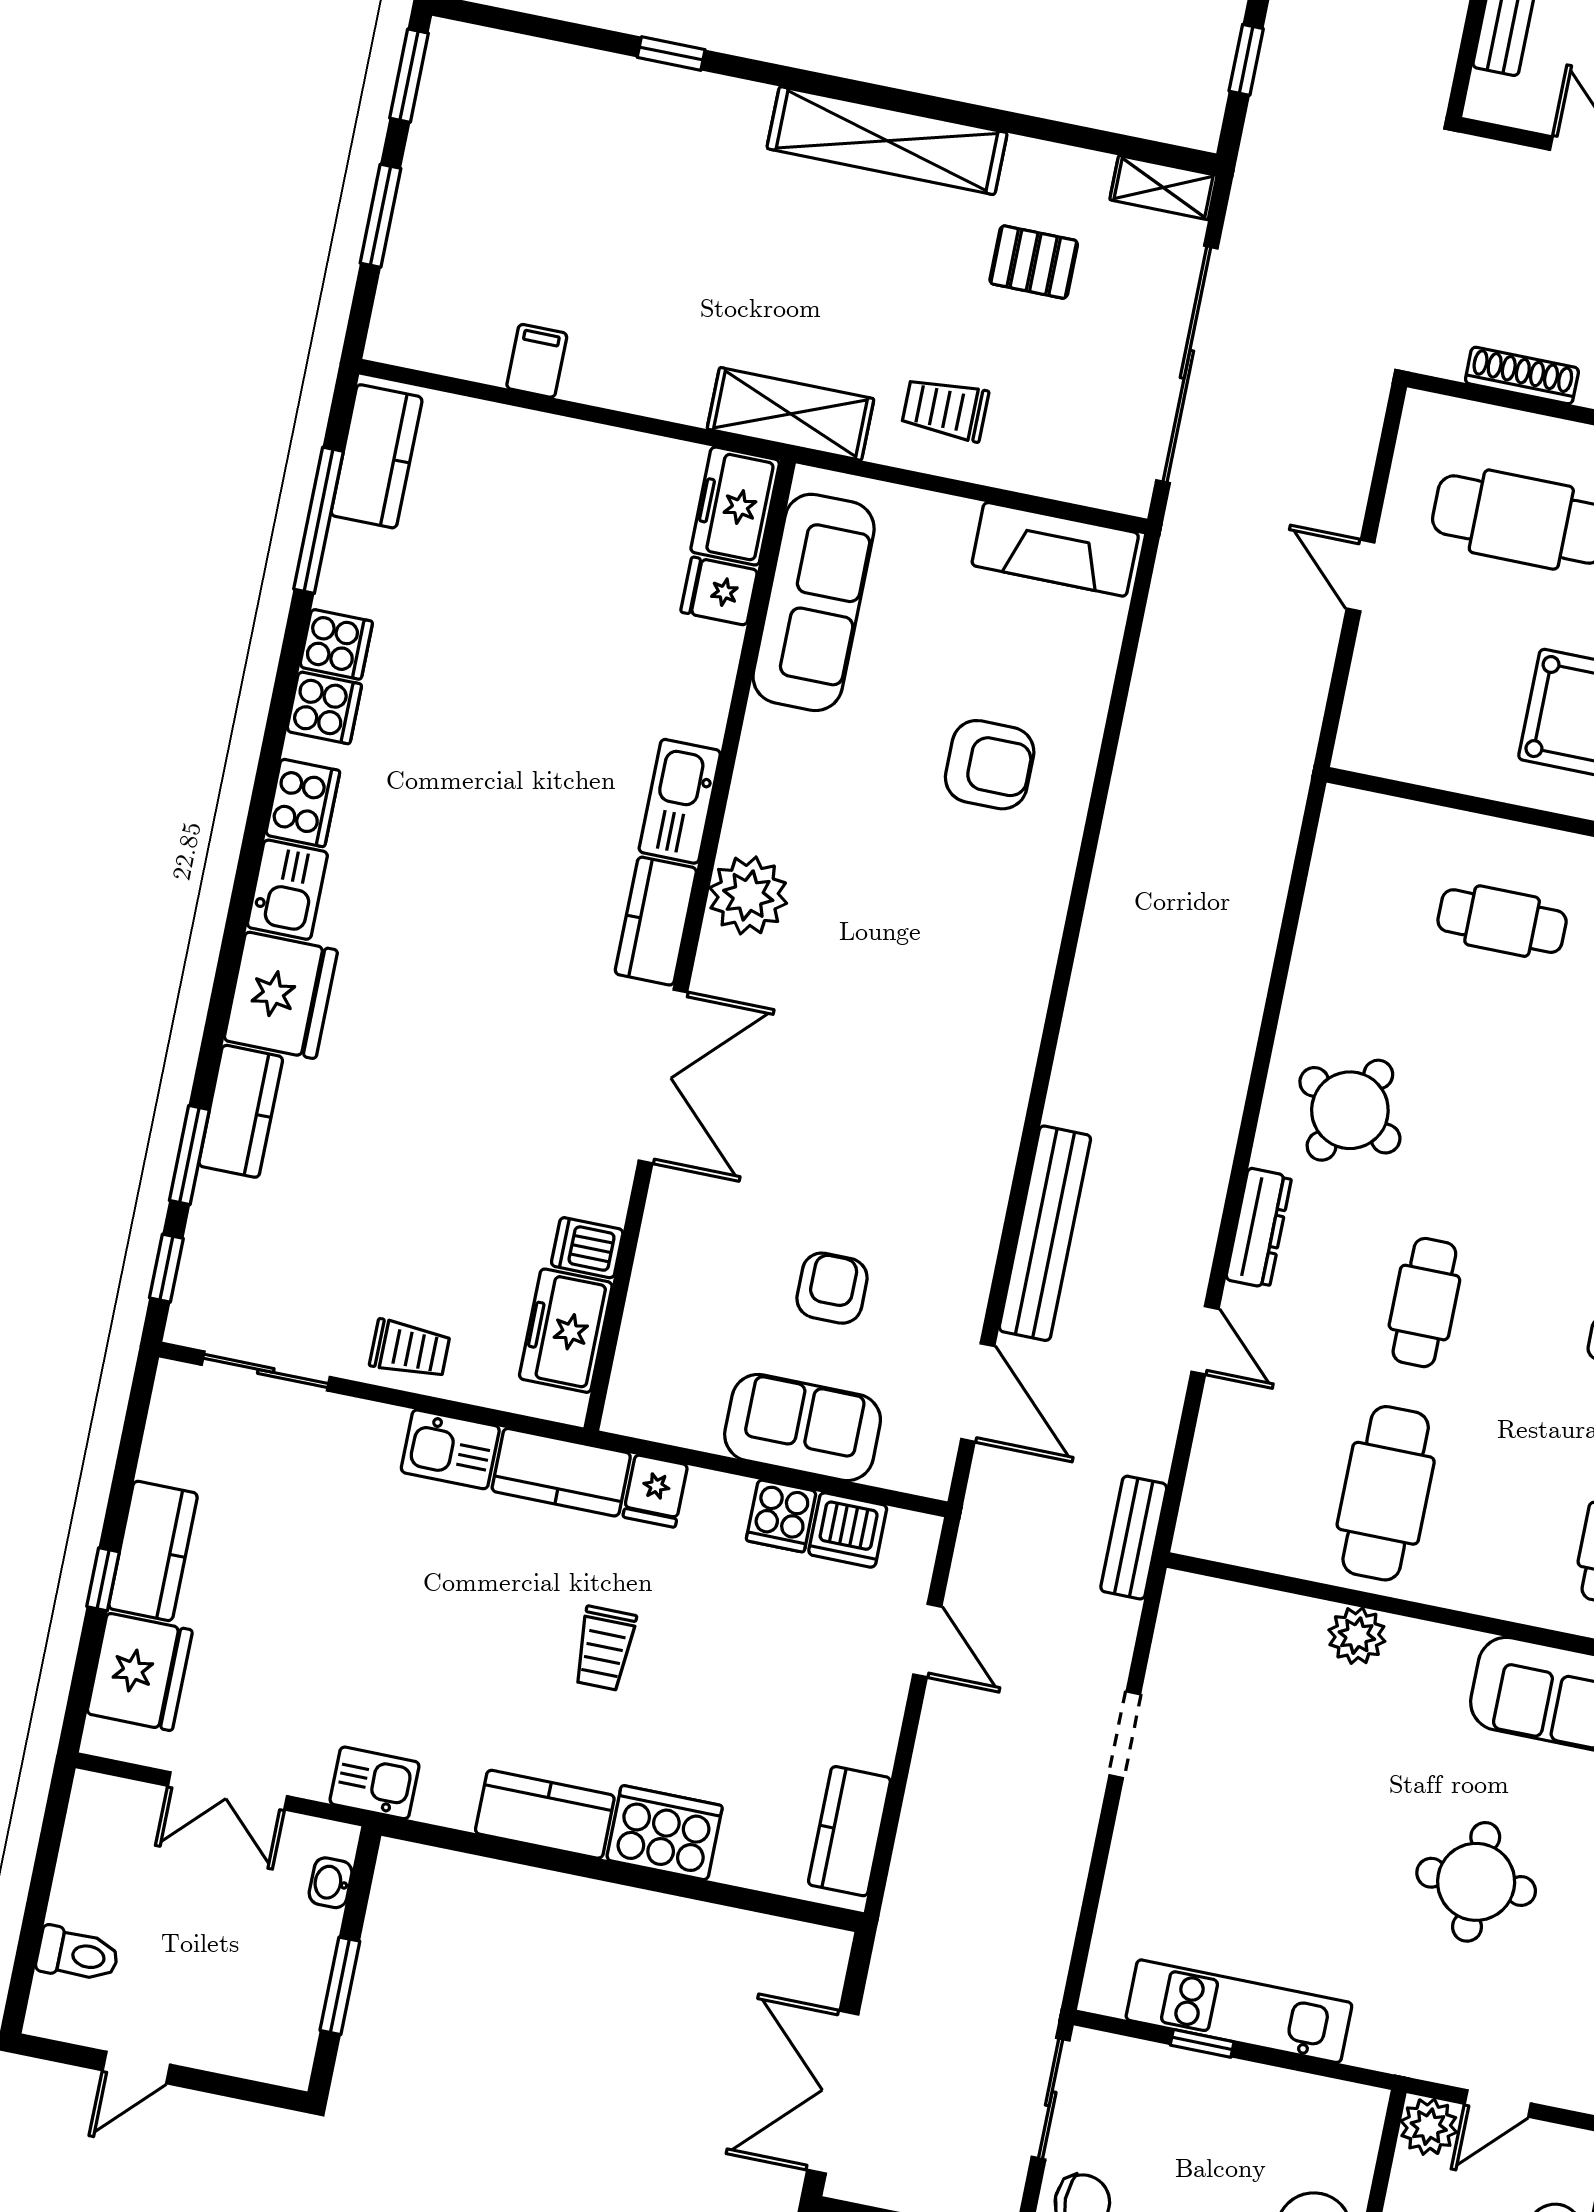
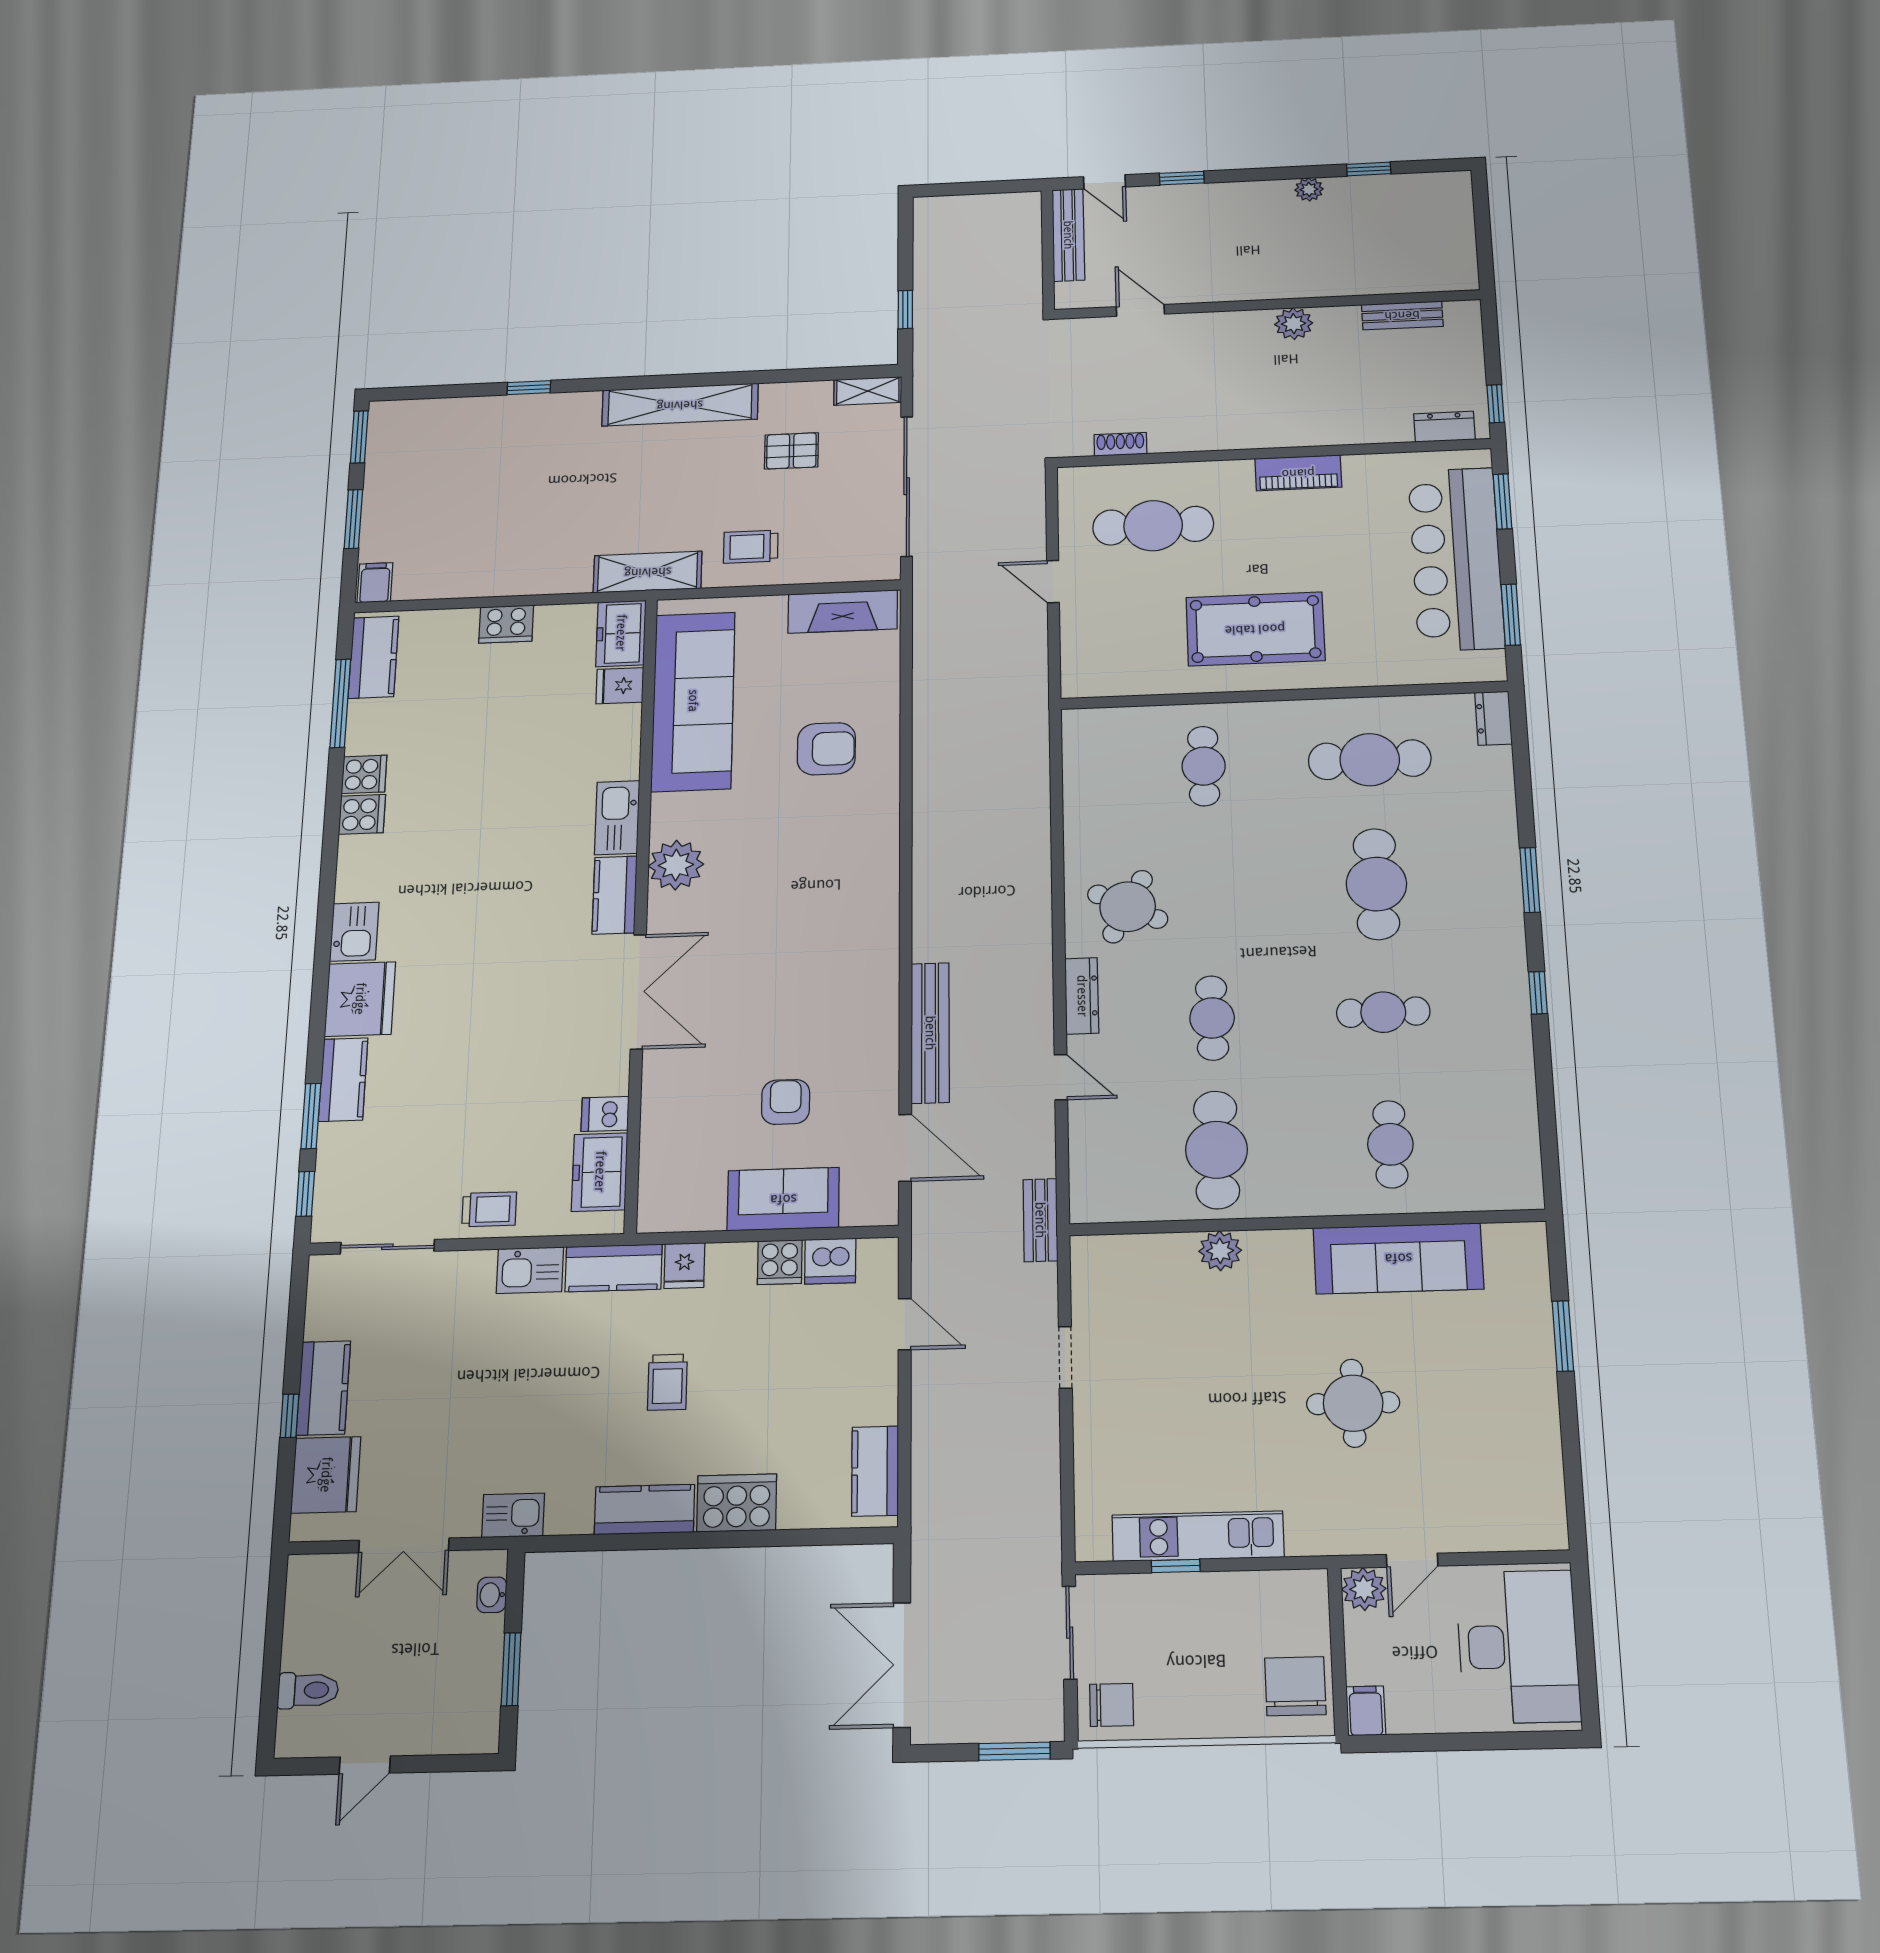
filing cabinet: (537, 361) -> (375, 583), moved
shoe rack: (1522, 376) -> (1120, 444), width x0.70
sofa: (814, 602) -> (693, 701), width x1.36, depth x1.27
cooker: (303, 803) -> (506, 624), moved, turned 90
cafe table: (1502, 921) -> (1204, 766), turned 90

